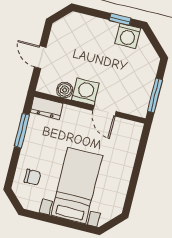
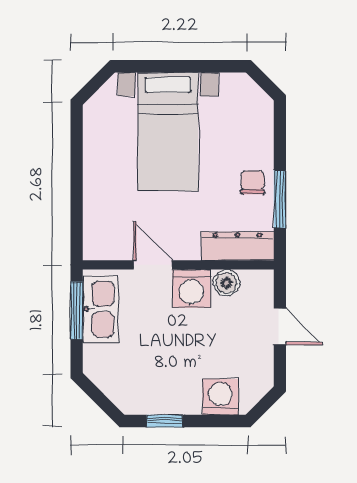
washing machine: (128, 36) -> (220, 397), moved
kitchen sink: (141, 93) -> (100, 309), added
dresser: (47, 108) -> (238, 246), width x1.44
chair: (32, 177) -> (253, 182), moved, turned 90

